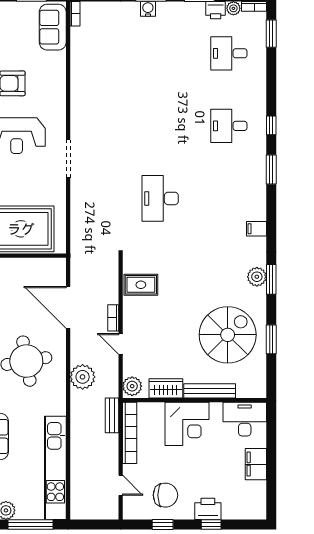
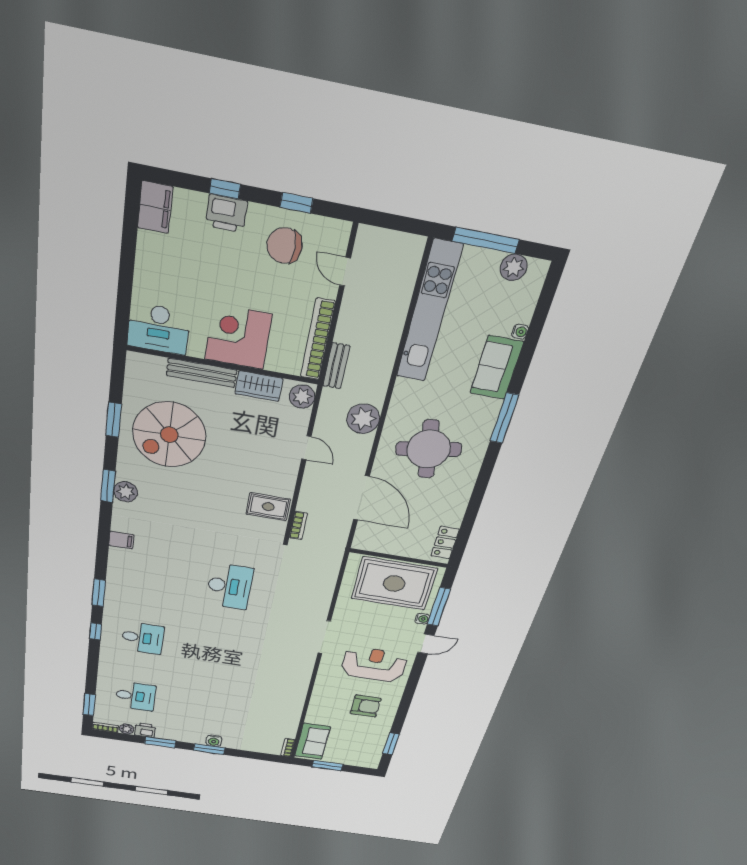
bookcase: (113, 318) -> (298, 525), moved
filing cabinet: (256, 464) -> (155, 207), moved

